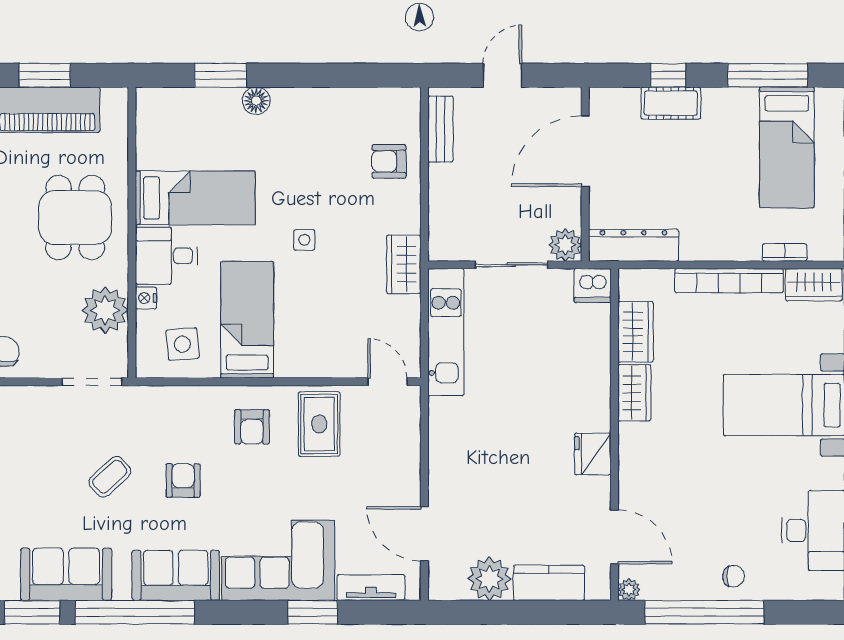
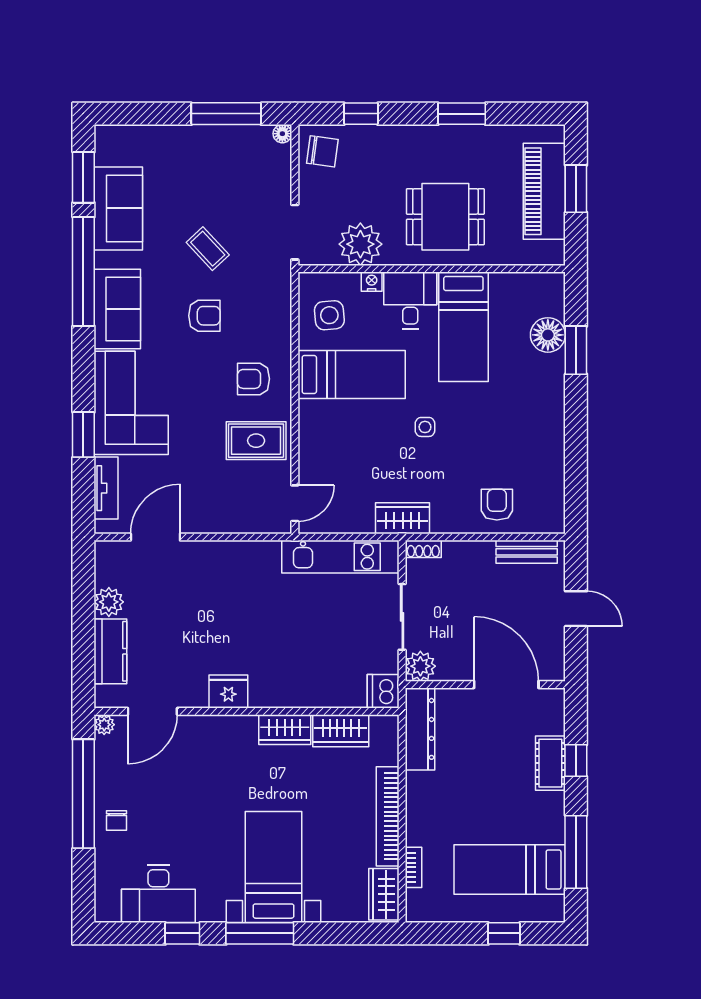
floor lamp: (256, 101) -> (548, 335), moved, width x1.38, depth x1.38
shoe rack: (437, 242) -> (423, 549), added
plant: (489, 579) -> (109, 602), width x0.73, depth x0.73

